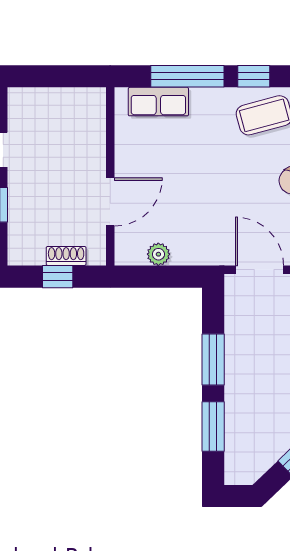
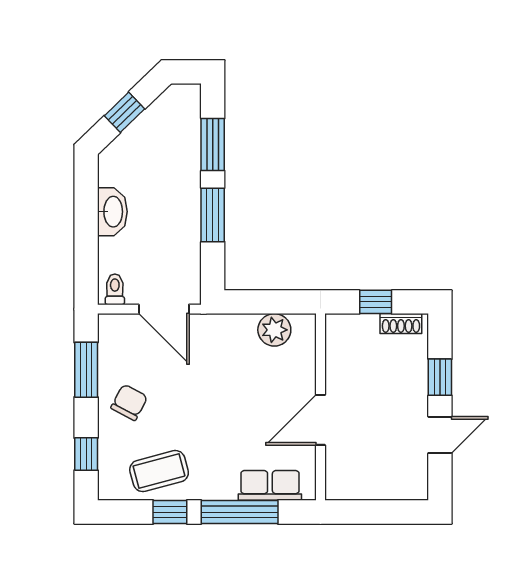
door: (110, 202) -> (321, 420), moved
plant: (158, 254) -> (274, 330), width x1.38, depth x1.38
shoe rack: (66, 256) -> (401, 324), moved

